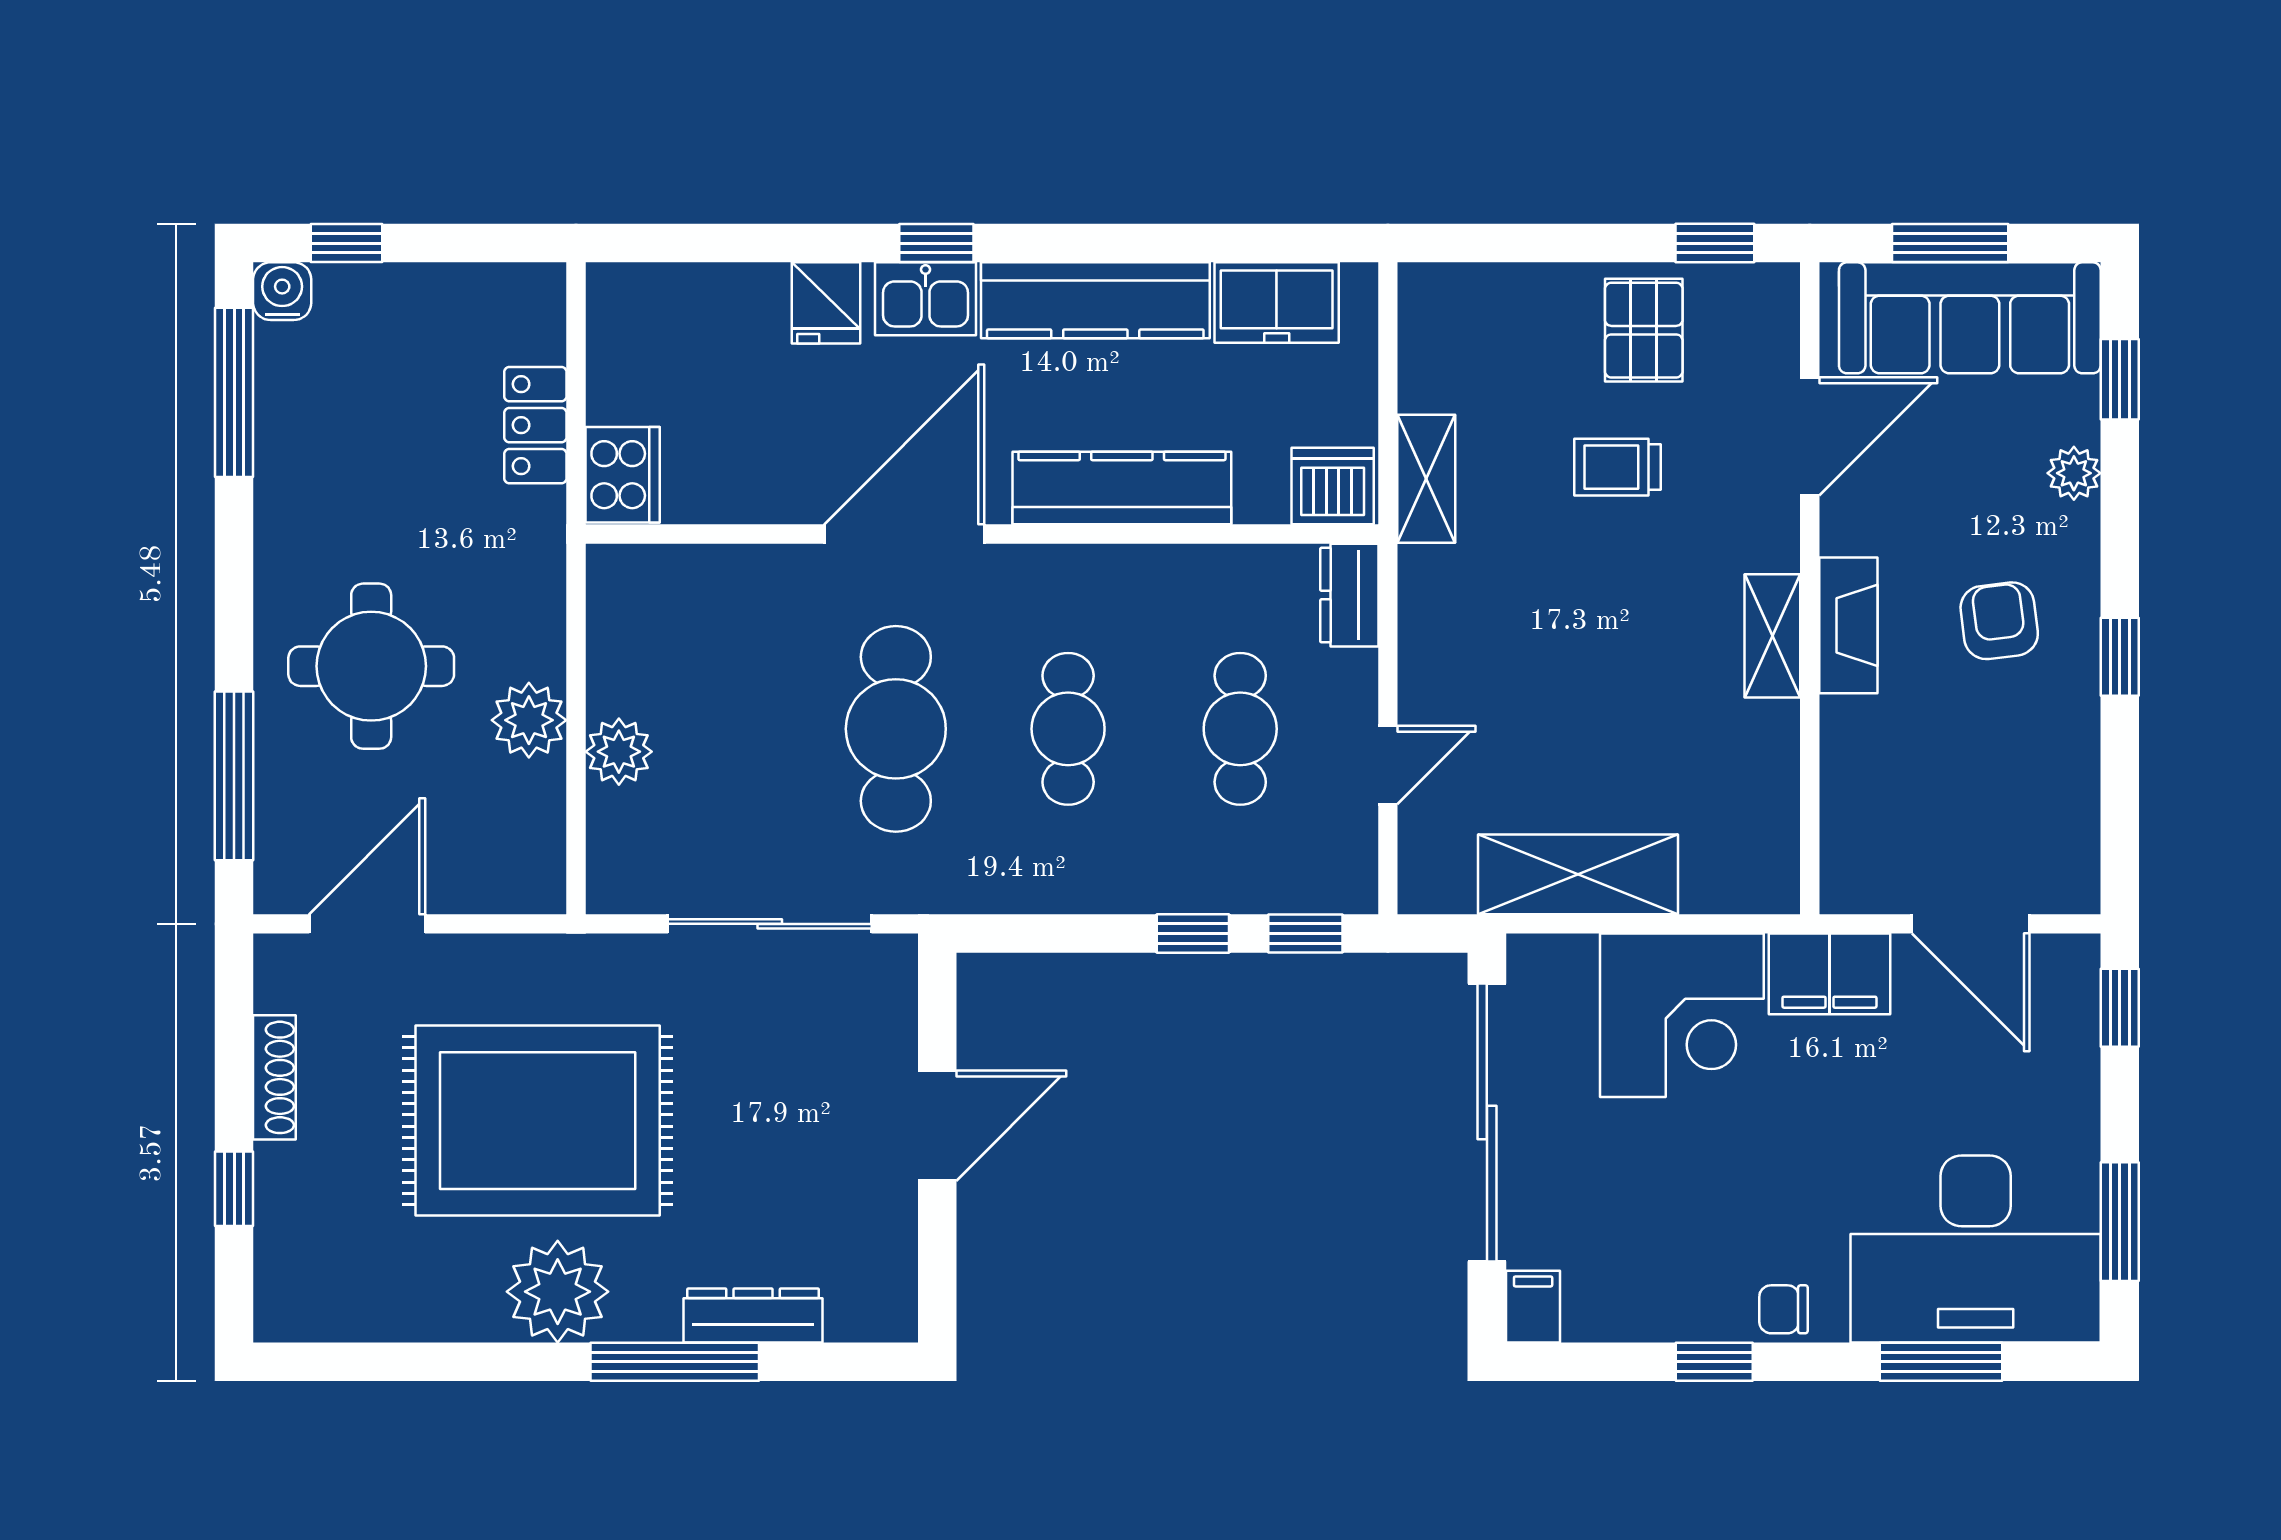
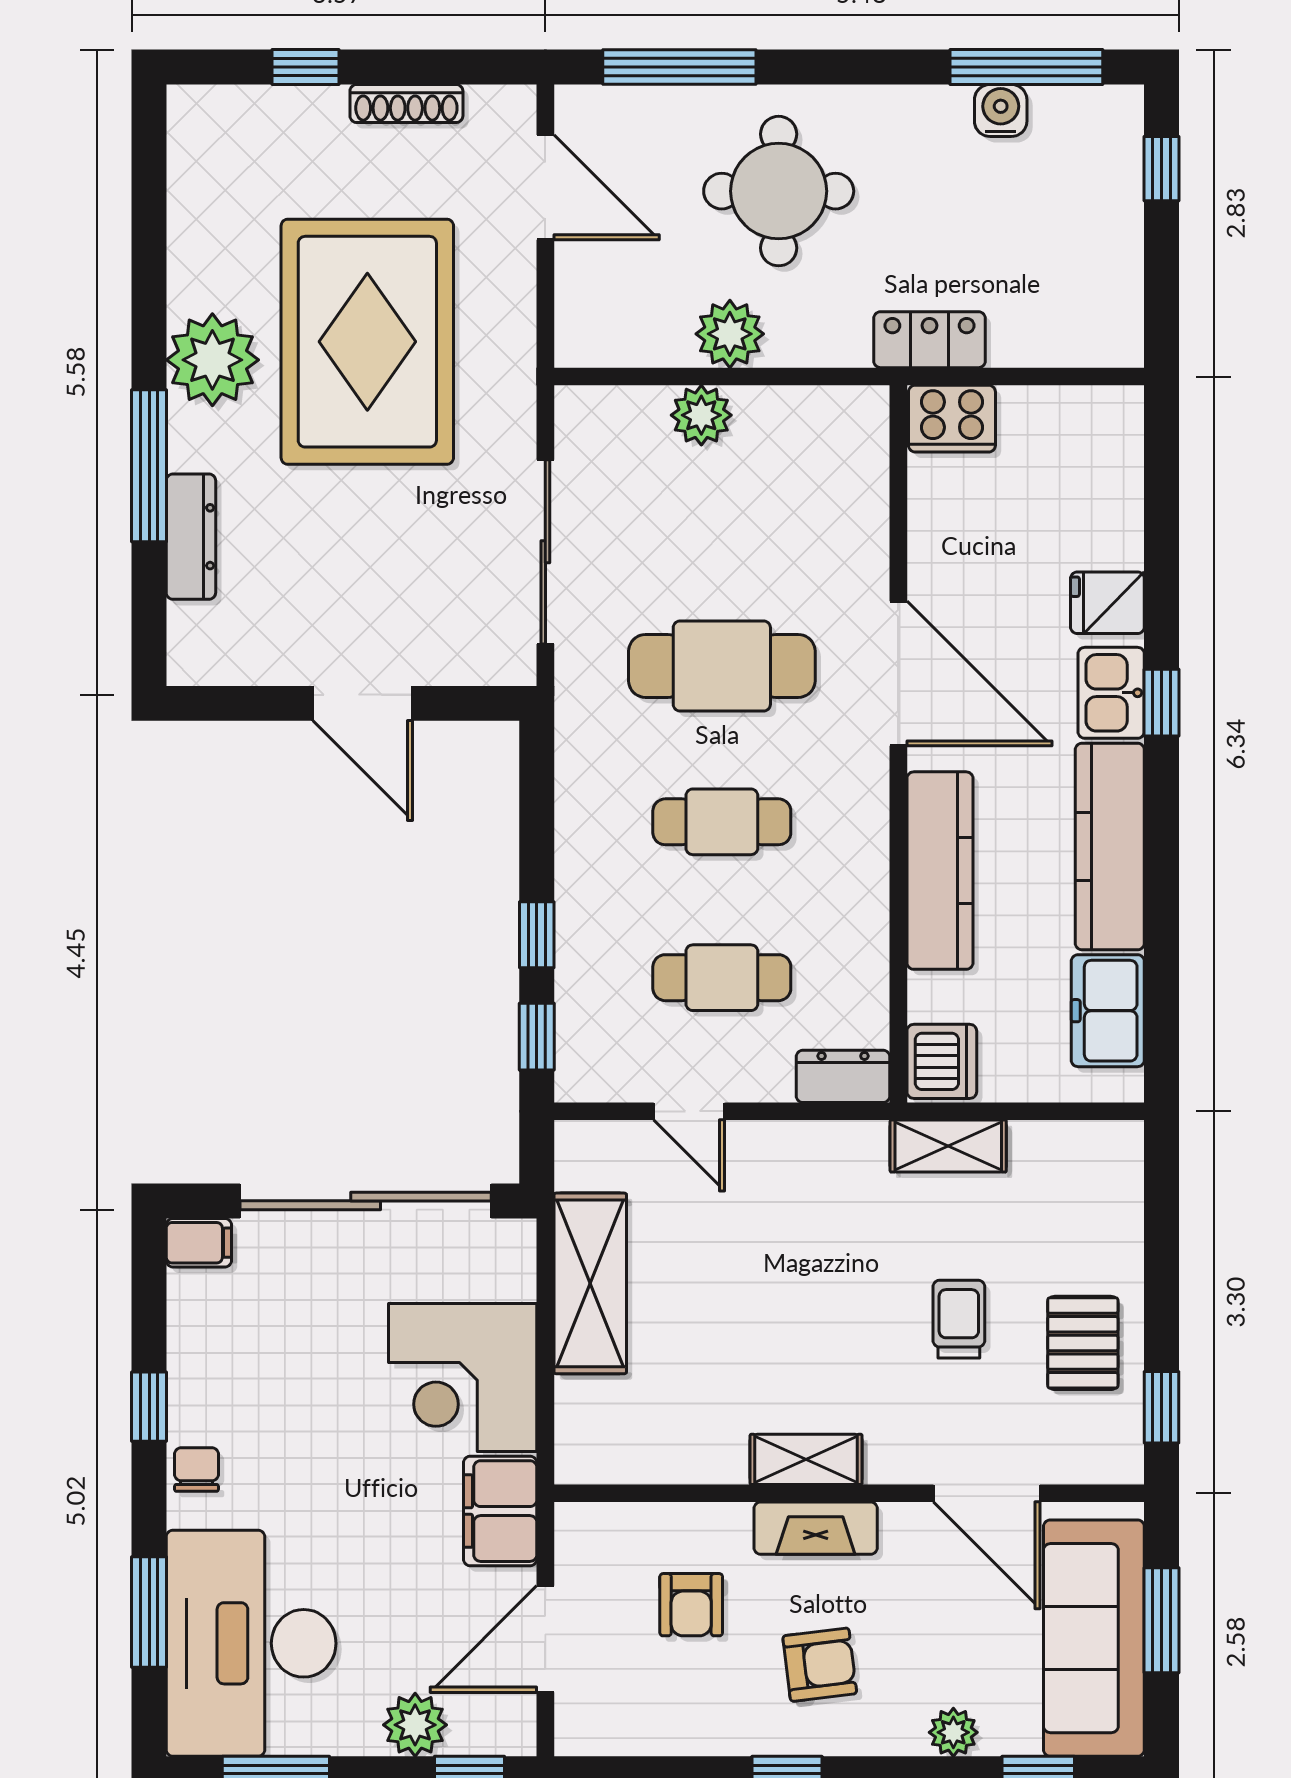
water cooler: (282, 291) -> (1001, 110), moved, turned -90
pallet: (1644, 330) -> (1083, 1343), turned 90
locker: (535, 425) -> (929, 340), moved
armchair: (1933, 763) -> (691, 1605), added
plant: (2066, 1068) -> (415, 1725), added

